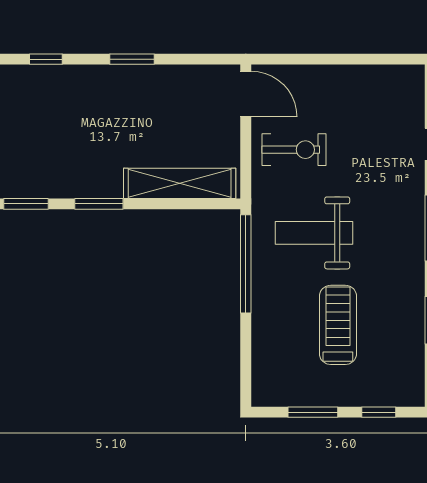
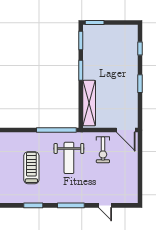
door: (246, 94) -> (126, 130), hinge flipped
weight bench: (314, 233) -> (69, 158), turned 180
treadmill: (338, 325) -> (31, 168), turned -90

